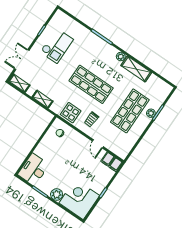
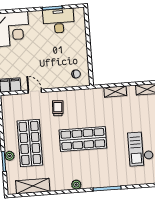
shelving: (136, 69) -> (33, 186), moved
display table: (71, 113) -> (81, 99), removed
desk: (33, 170) -> (59, 21), moved, turned -90
plant: (57, 194) -> (35, 17), removed

